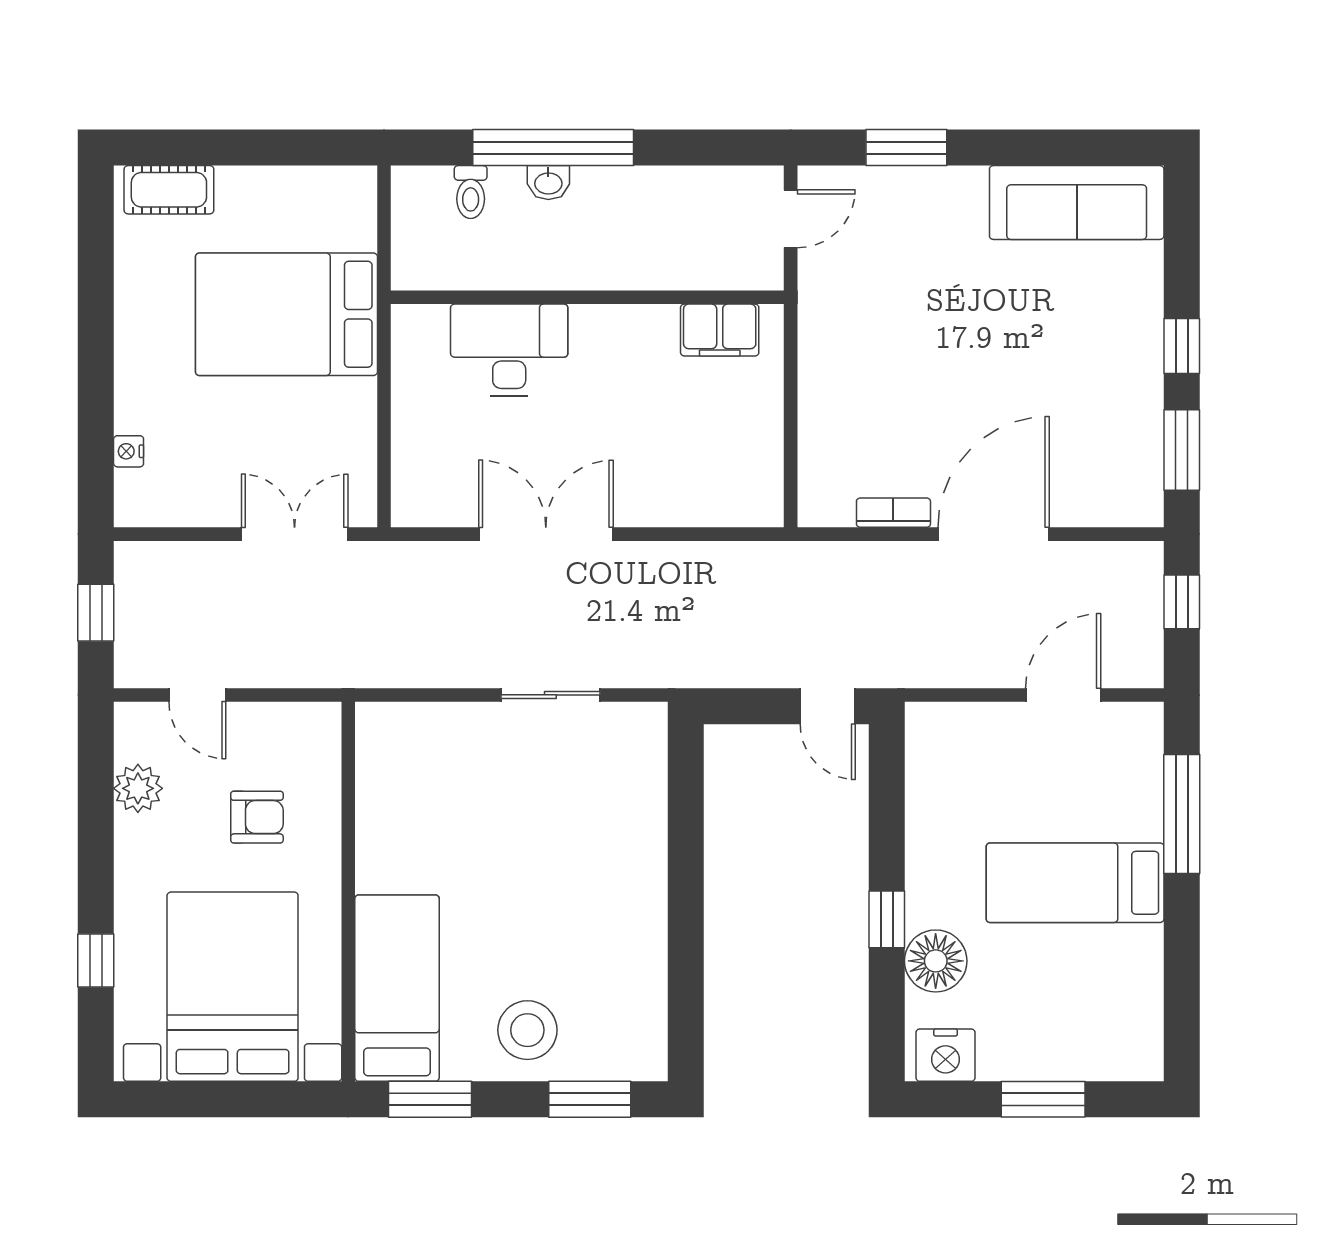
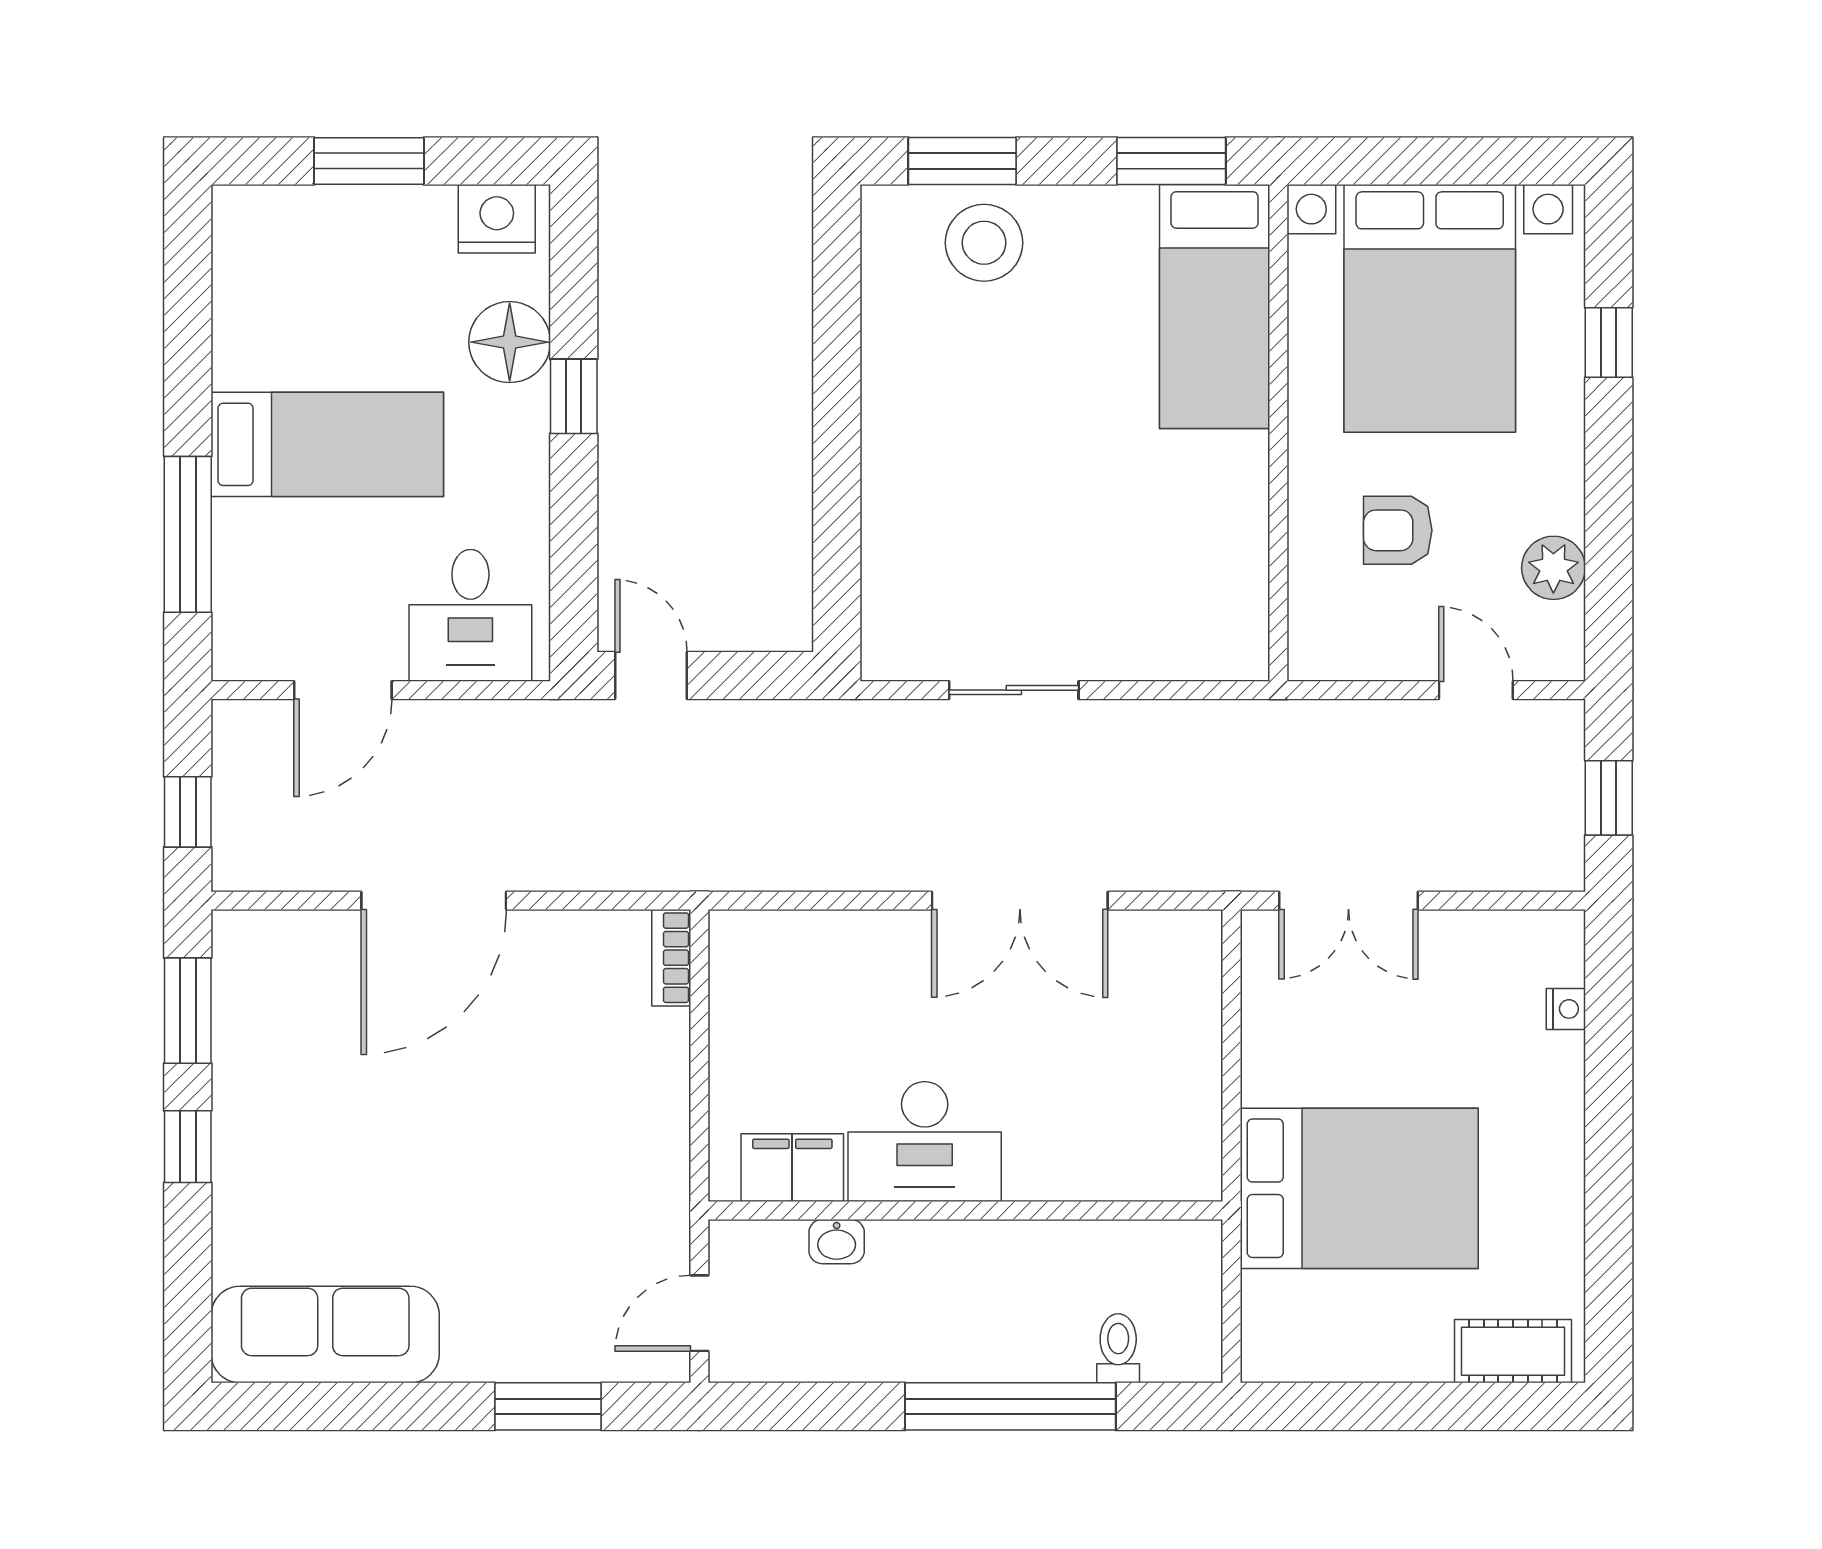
washbasin: (548, 182) -> (837, 1242), moved, turned 180
desk: (509, 350) -> (925, 1142), moved
bookcase: (893, 513) -> (671, 958), moved, turned 90
desk: (966, 752) -> (470, 615), added
stool: (527, 1030) -> (984, 243), moved

